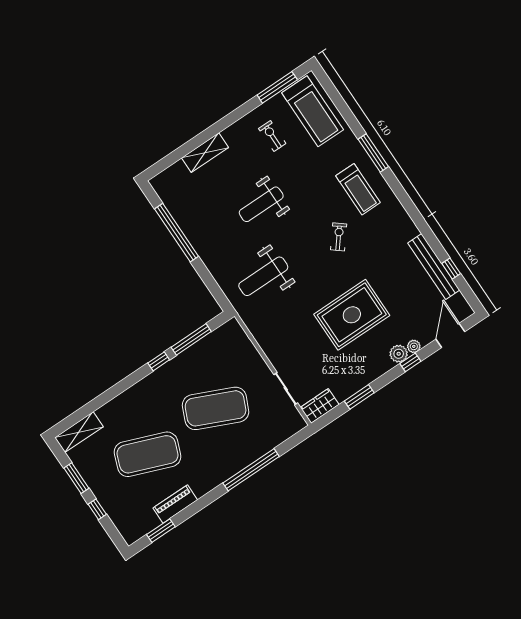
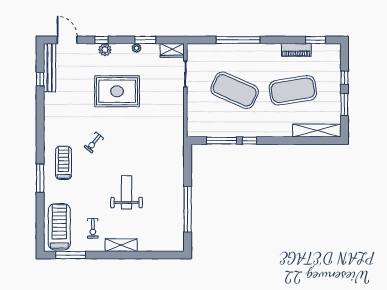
shelving: (205, 153) -> (121, 245), moved
weight bench: (261, 204) -> (127, 192), turned -90
bench: (434, 266) -> (50, 68), moved
weight bench: (263, 276) -> (154, 149), removed
door: (450, 335) -> (67, 40), swing flipped
plant: (414, 346) -> (137, 48), moved
shelving: (79, 432) -> (317, 131), width x1.47
exercise mat: (148, 454) -> (293, 90), turned -30

